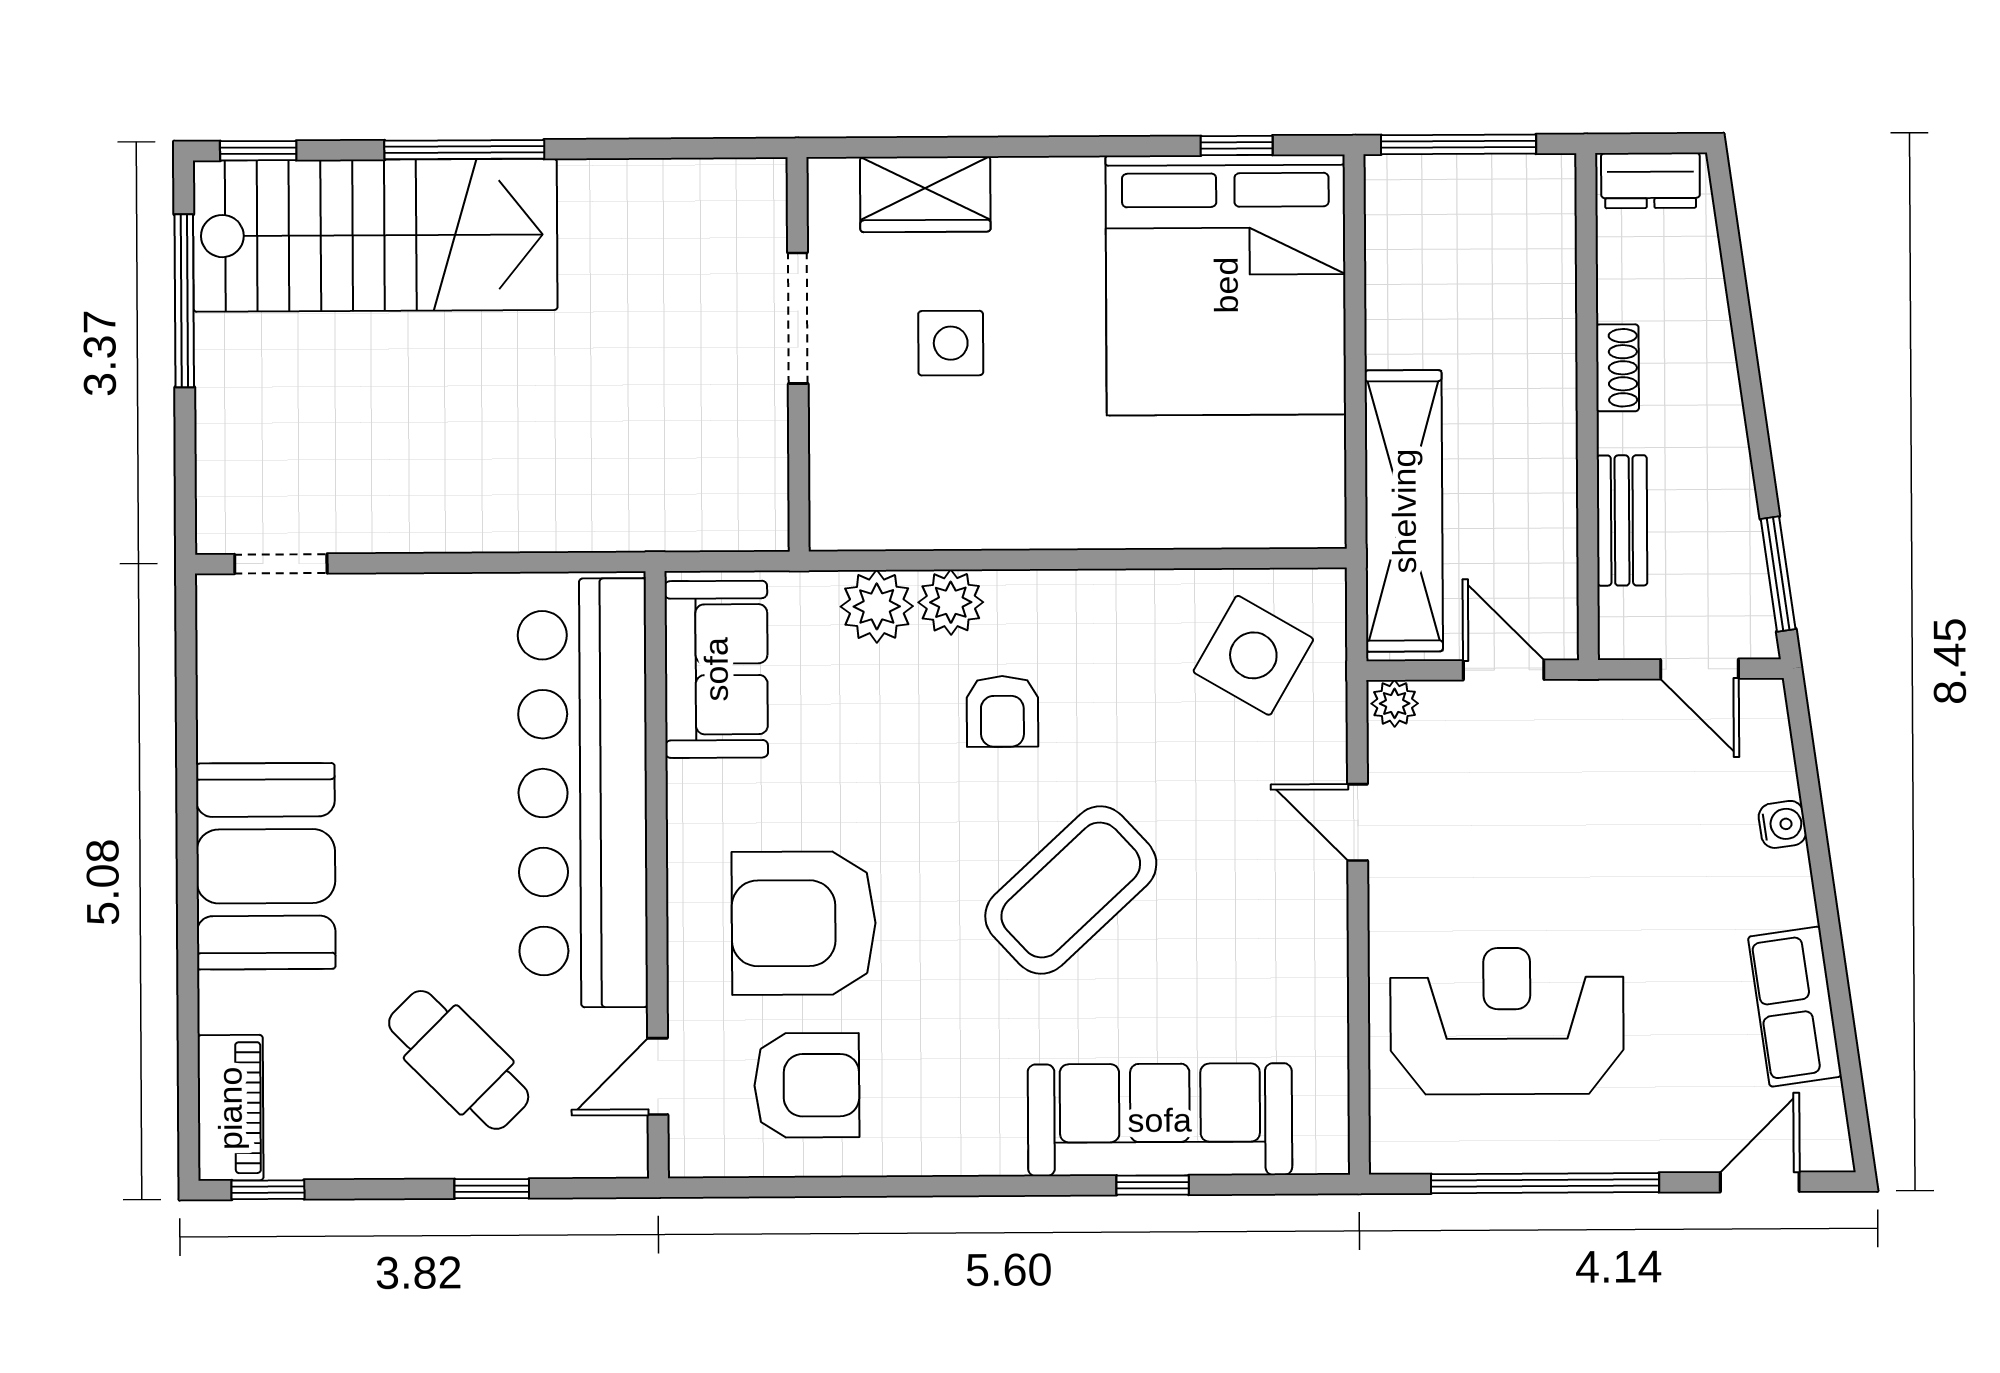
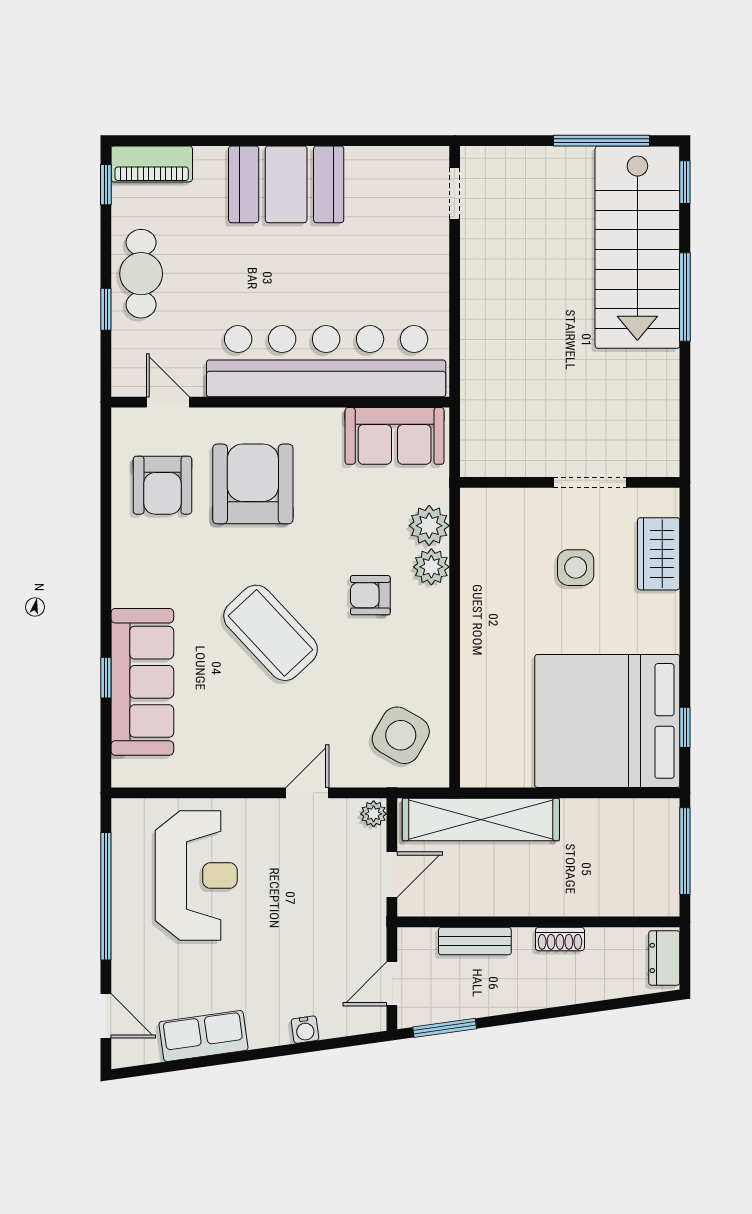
cafe table: (459, 1060) -> (141, 274), moved, turned -45

